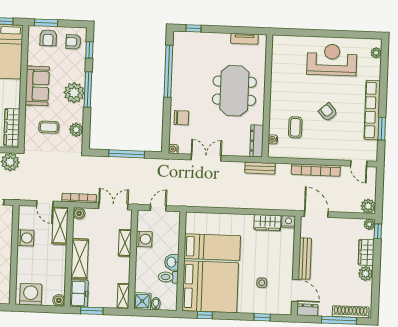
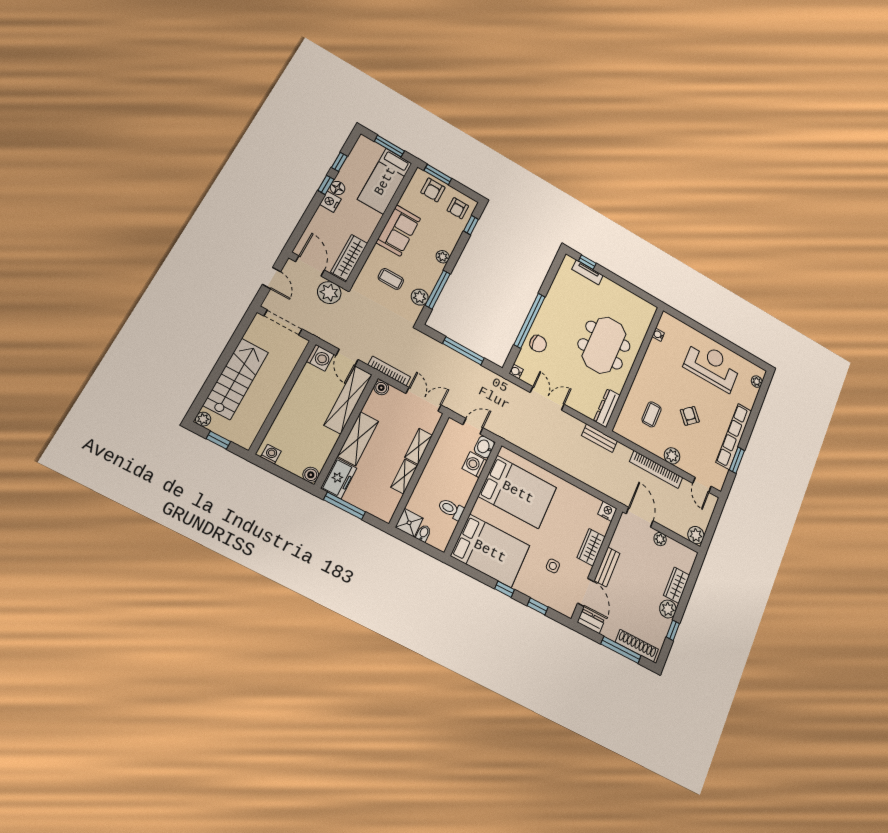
tv unit: (244, 39) -> (588, 272), moved
armchair: (73, 42) -> (458, 208), turned -90
window: (168, 71) -> (530, 321), moved
window: (88, 89) -> (438, 290), moved
plant: (74, 93) -> (443, 257), width x0.53, depth x0.53
water cooler: (273, 139) -> (658, 335), moved
plant: (325, 152) -> (672, 456), added
wardrobe: (267, 223) -> (591, 547), moved, turned 90
plant: (369, 224) -> (660, 539), moved
shelving: (60, 226) -> (348, 400), width x1.47
window: (378, 231) -> (673, 630), moved
washing machine: (26, 238) -> (320, 358), moved
washing machine: (144, 239) -> (475, 465), moved, turned 180
bed: (212, 247) -> (518, 492), width x1.50
bench: (305, 259) -> (607, 567), width x0.73
washbasin: (172, 262) -> (484, 447), moved
bed: (210, 287) -> (490, 551), width x0.73
washing machine: (31, 294) -> (271, 454), width x0.53, depth x0.53
shelving: (123, 296) -> (404, 476), moved
window: (92, 311) -> (344, 506), width x1.44
window: (205, 315) -> (505, 589), moved

